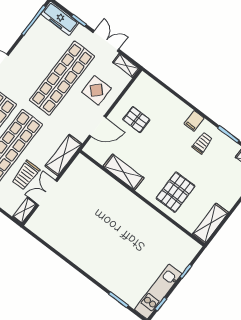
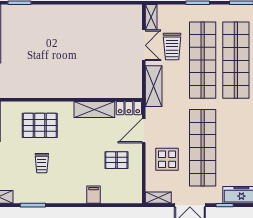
filing cabinet: (194, 121) -> (94, 195), moved
trolley: (202, 143) -> (42, 163), moved
locker: (96, 153) -> (129, 108), added
trolley: (26, 175) -> (172, 47), turned 180
pallet: (176, 192) -> (40, 125), turned 90

